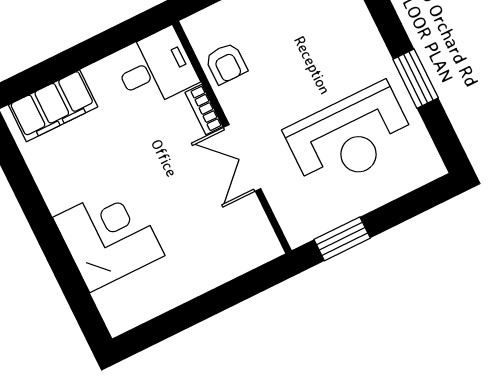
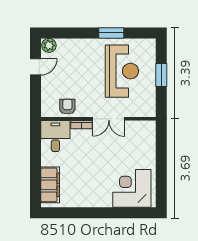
armchair: (226, 63) -> (67, 106), turned -90
corner desk: (109, 237) -> (132, 188), moved
window: (342, 239) -> (161, 75), moved

